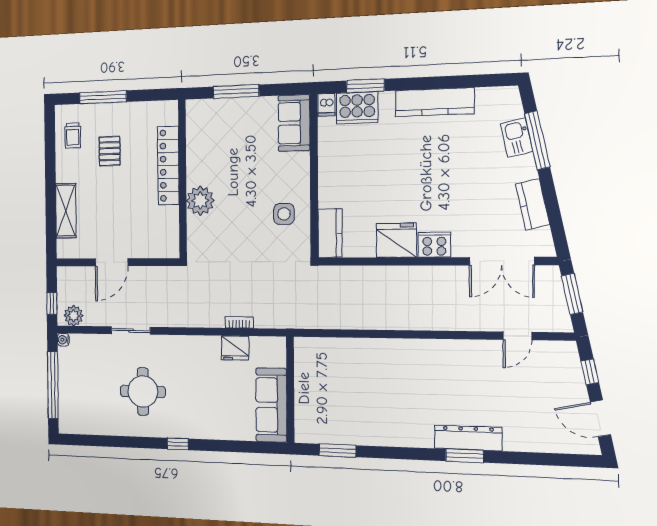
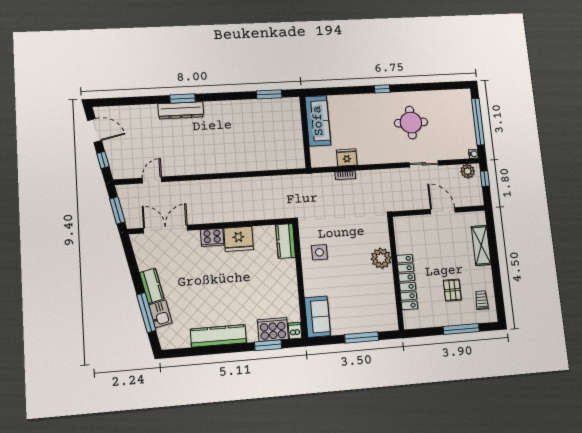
kitchen counter: (533, 204) -> (152, 286), moved
door: (112, 262) -> (443, 211), hinge flipped

